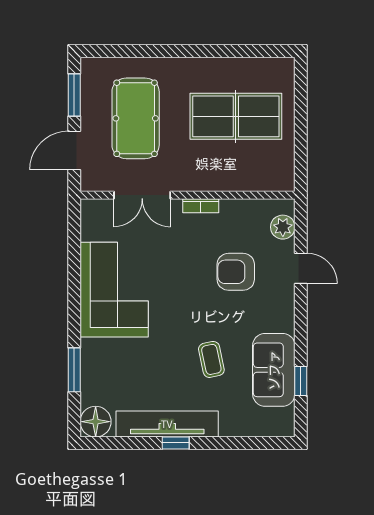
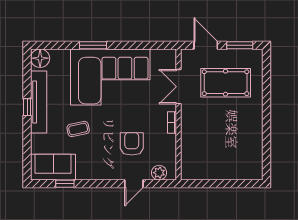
table tennis table: (236, 116) -> (227, 144), removed
corner sofa: (114, 290) -> (110, 77), width x1.36, depth x1.36
window: (74, 370) -> (93, 45), moved
sofa: (274, 370) -> (53, 167), moved

